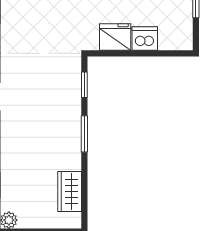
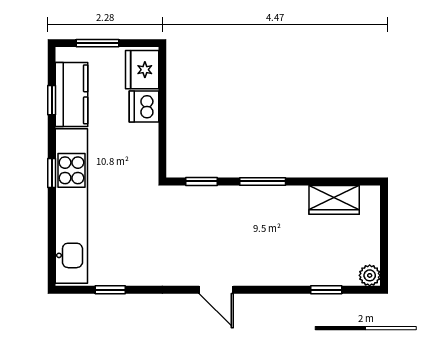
fridge: (115, 37) -> (142, 70), moved

